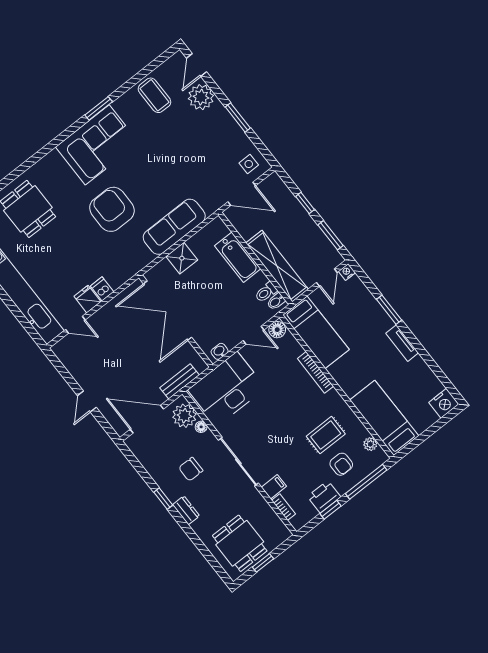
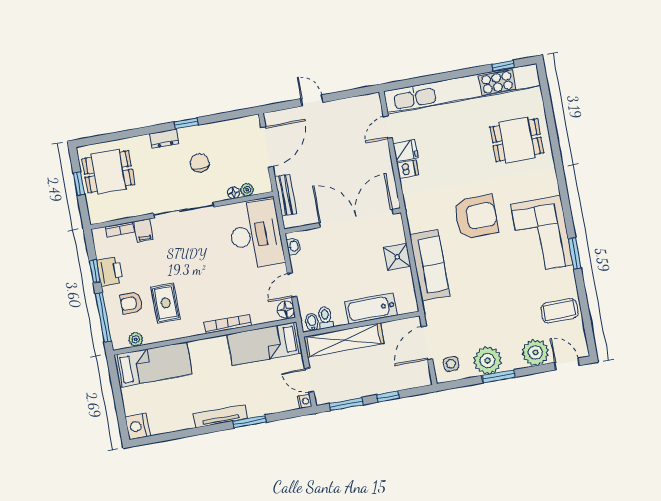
plant: (229, 134) -> (488, 361), added
tv unit: (402, 343) -> (220, 416), width x1.41
plant: (184, 416) -> (247, 190), width x0.53, depth x0.53

